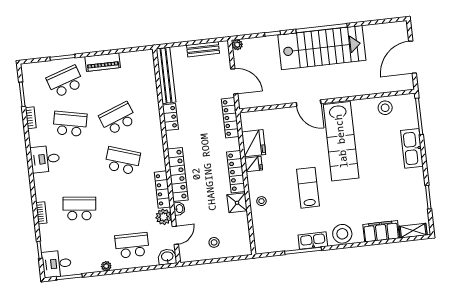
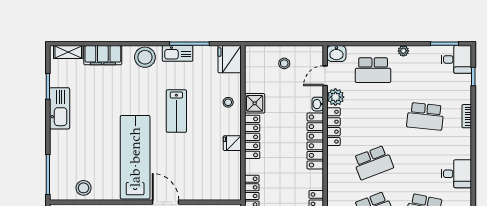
fridge: (254, 143) -> (230, 59), moved
kitchen sink: (412, 148) -> (60, 108), moved
school desk: (123, 161) -> (373, 163), turned -39

